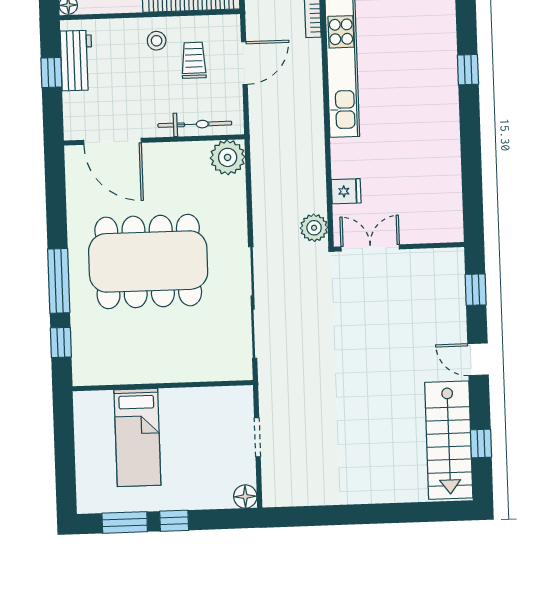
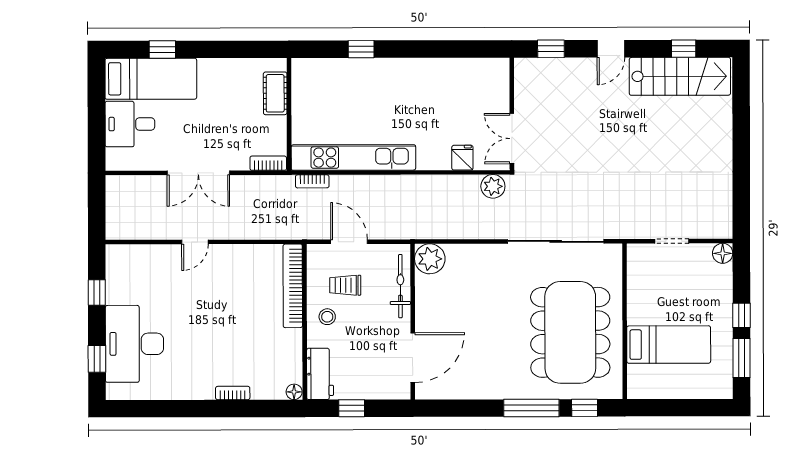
workbench: (76, 61) -> (320, 374), moved, turned 90
dining table: (148, 261) -> (570, 332), moved

